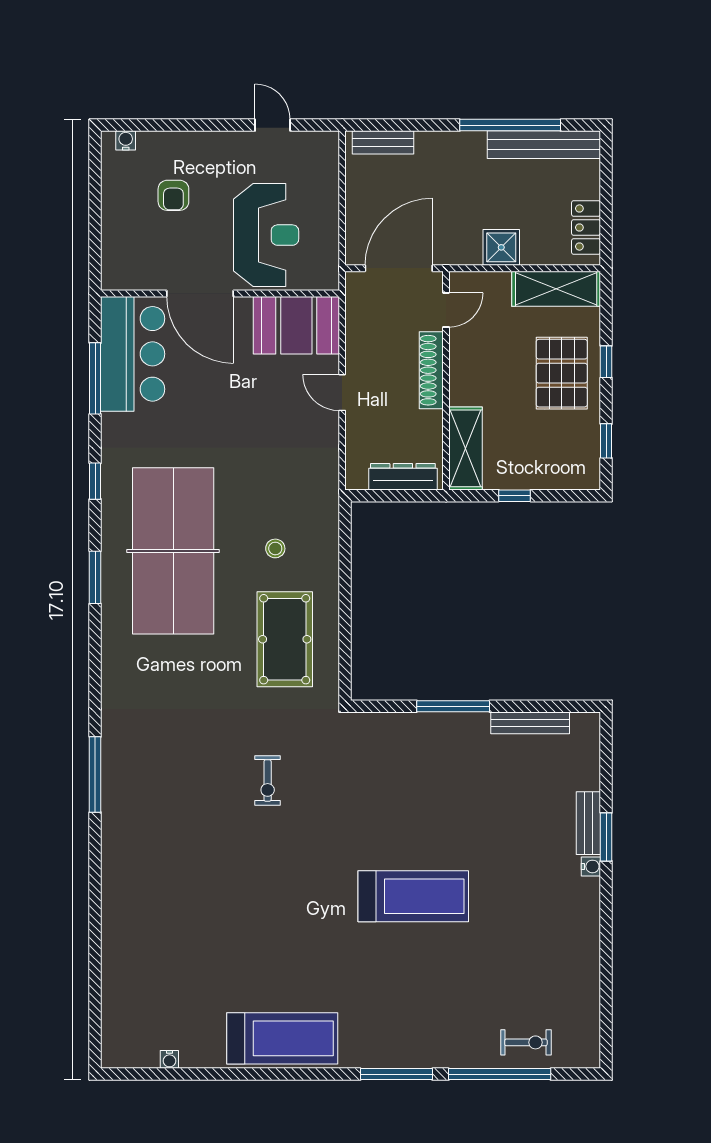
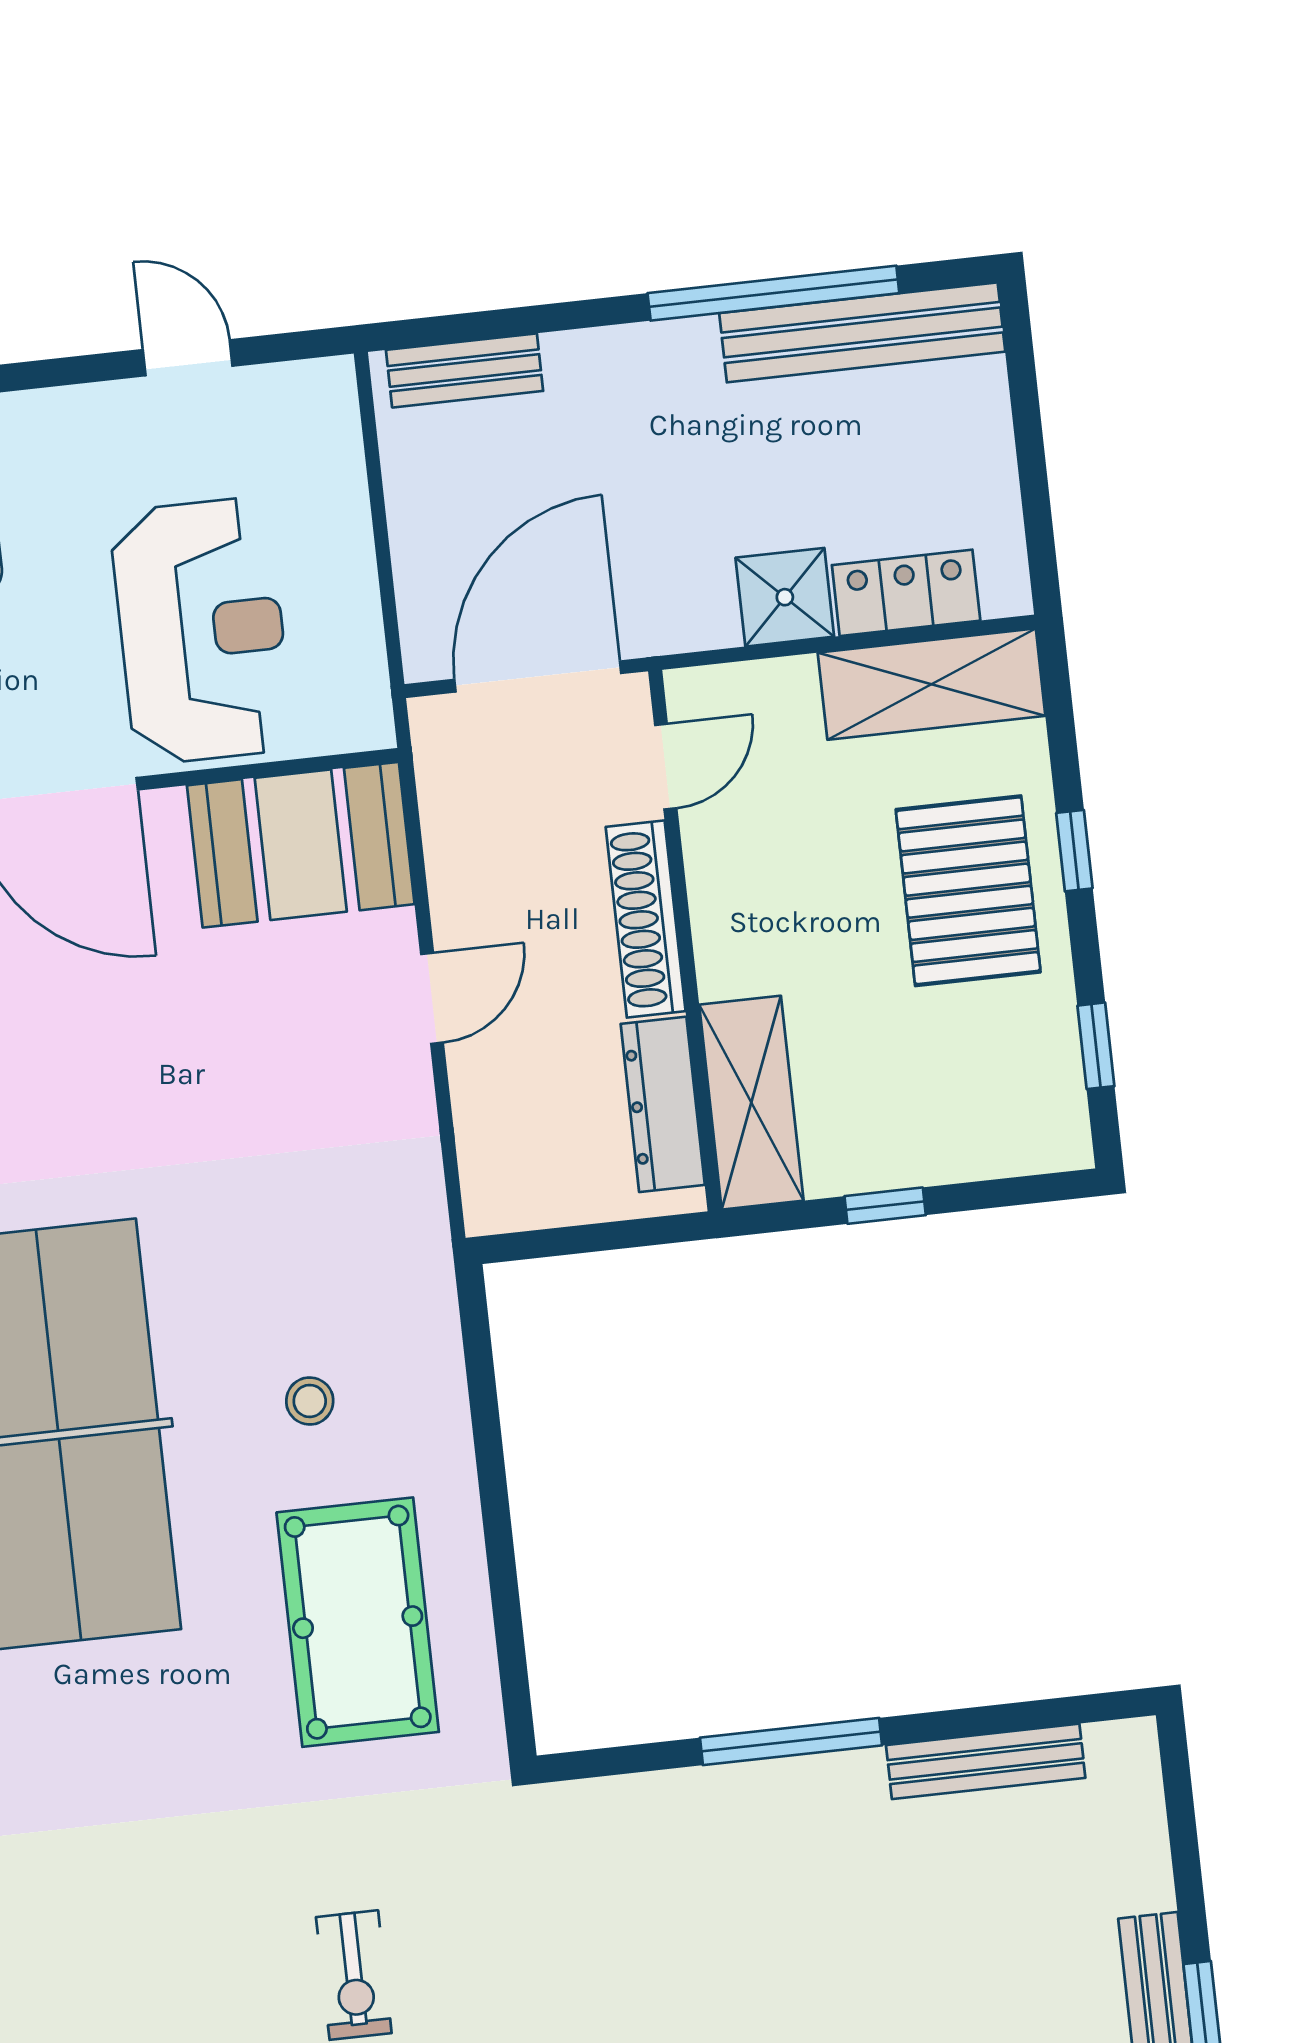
locker: (586, 228) -> (906, 593), moved, turned 90
door: (342, 393) -> (432, 998), swing flipped
dresser: (403, 477) -> (663, 1104), moved, turned -90

